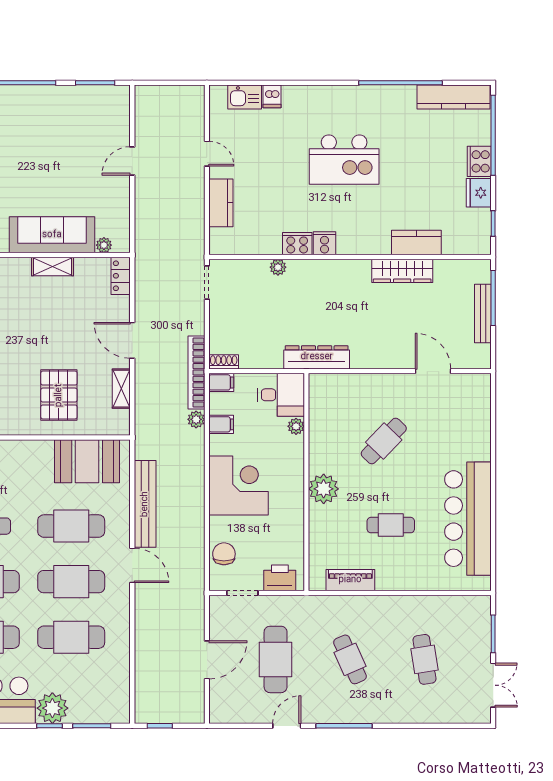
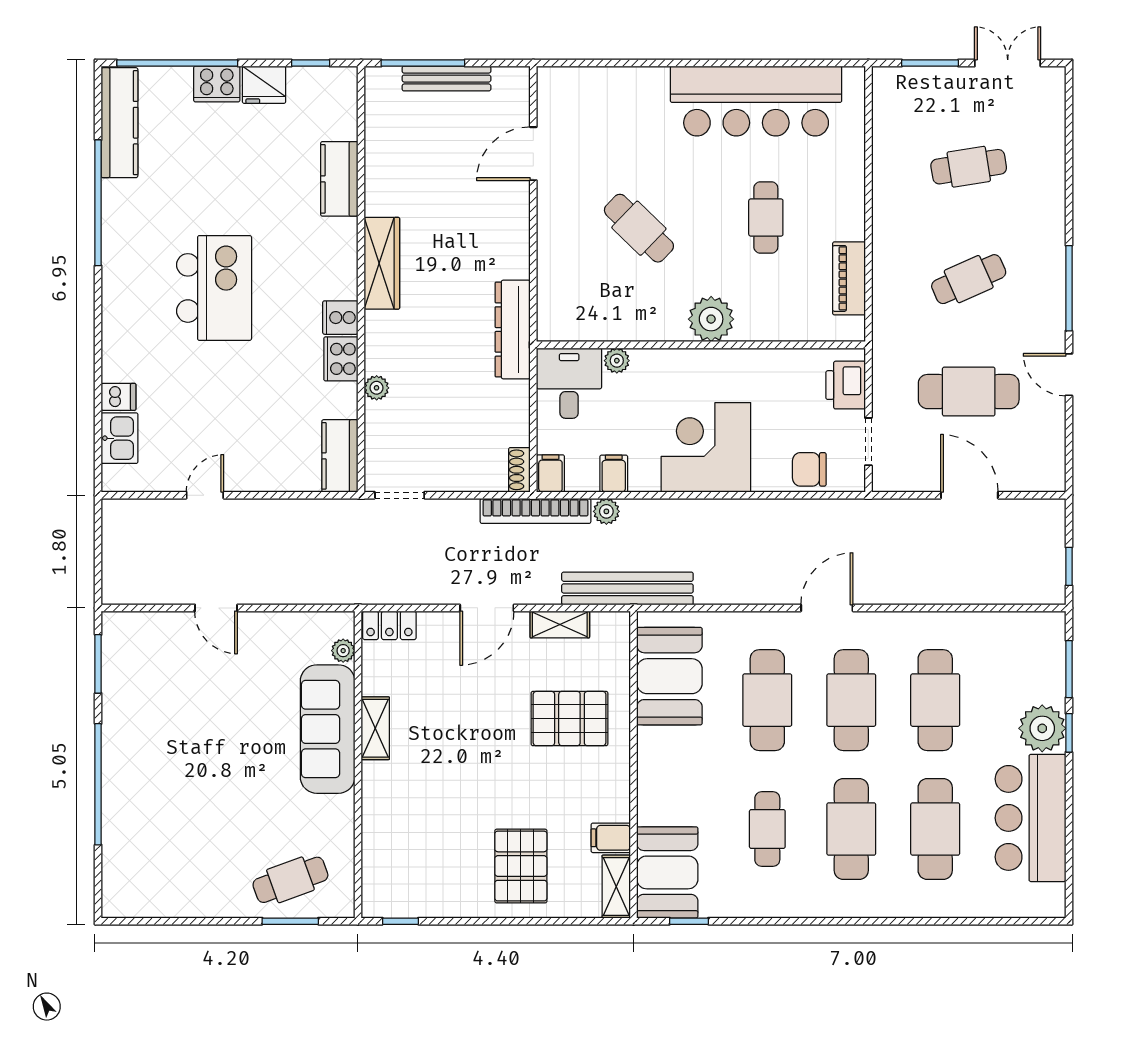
kitchen counter: (221, 203) -> (340, 456), moved, turned -90
wardrobe: (402, 271) -> (382, 263), moved
bench: (145, 504) -> (627, 588), moved

